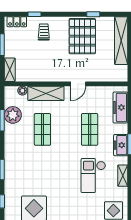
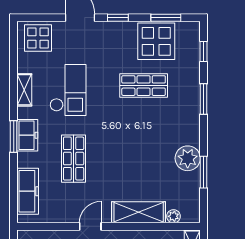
plant: (13, 115) -> (188, 158), moved
shop shelf: (42, 129) -> (144, 86), moved, turned 90

